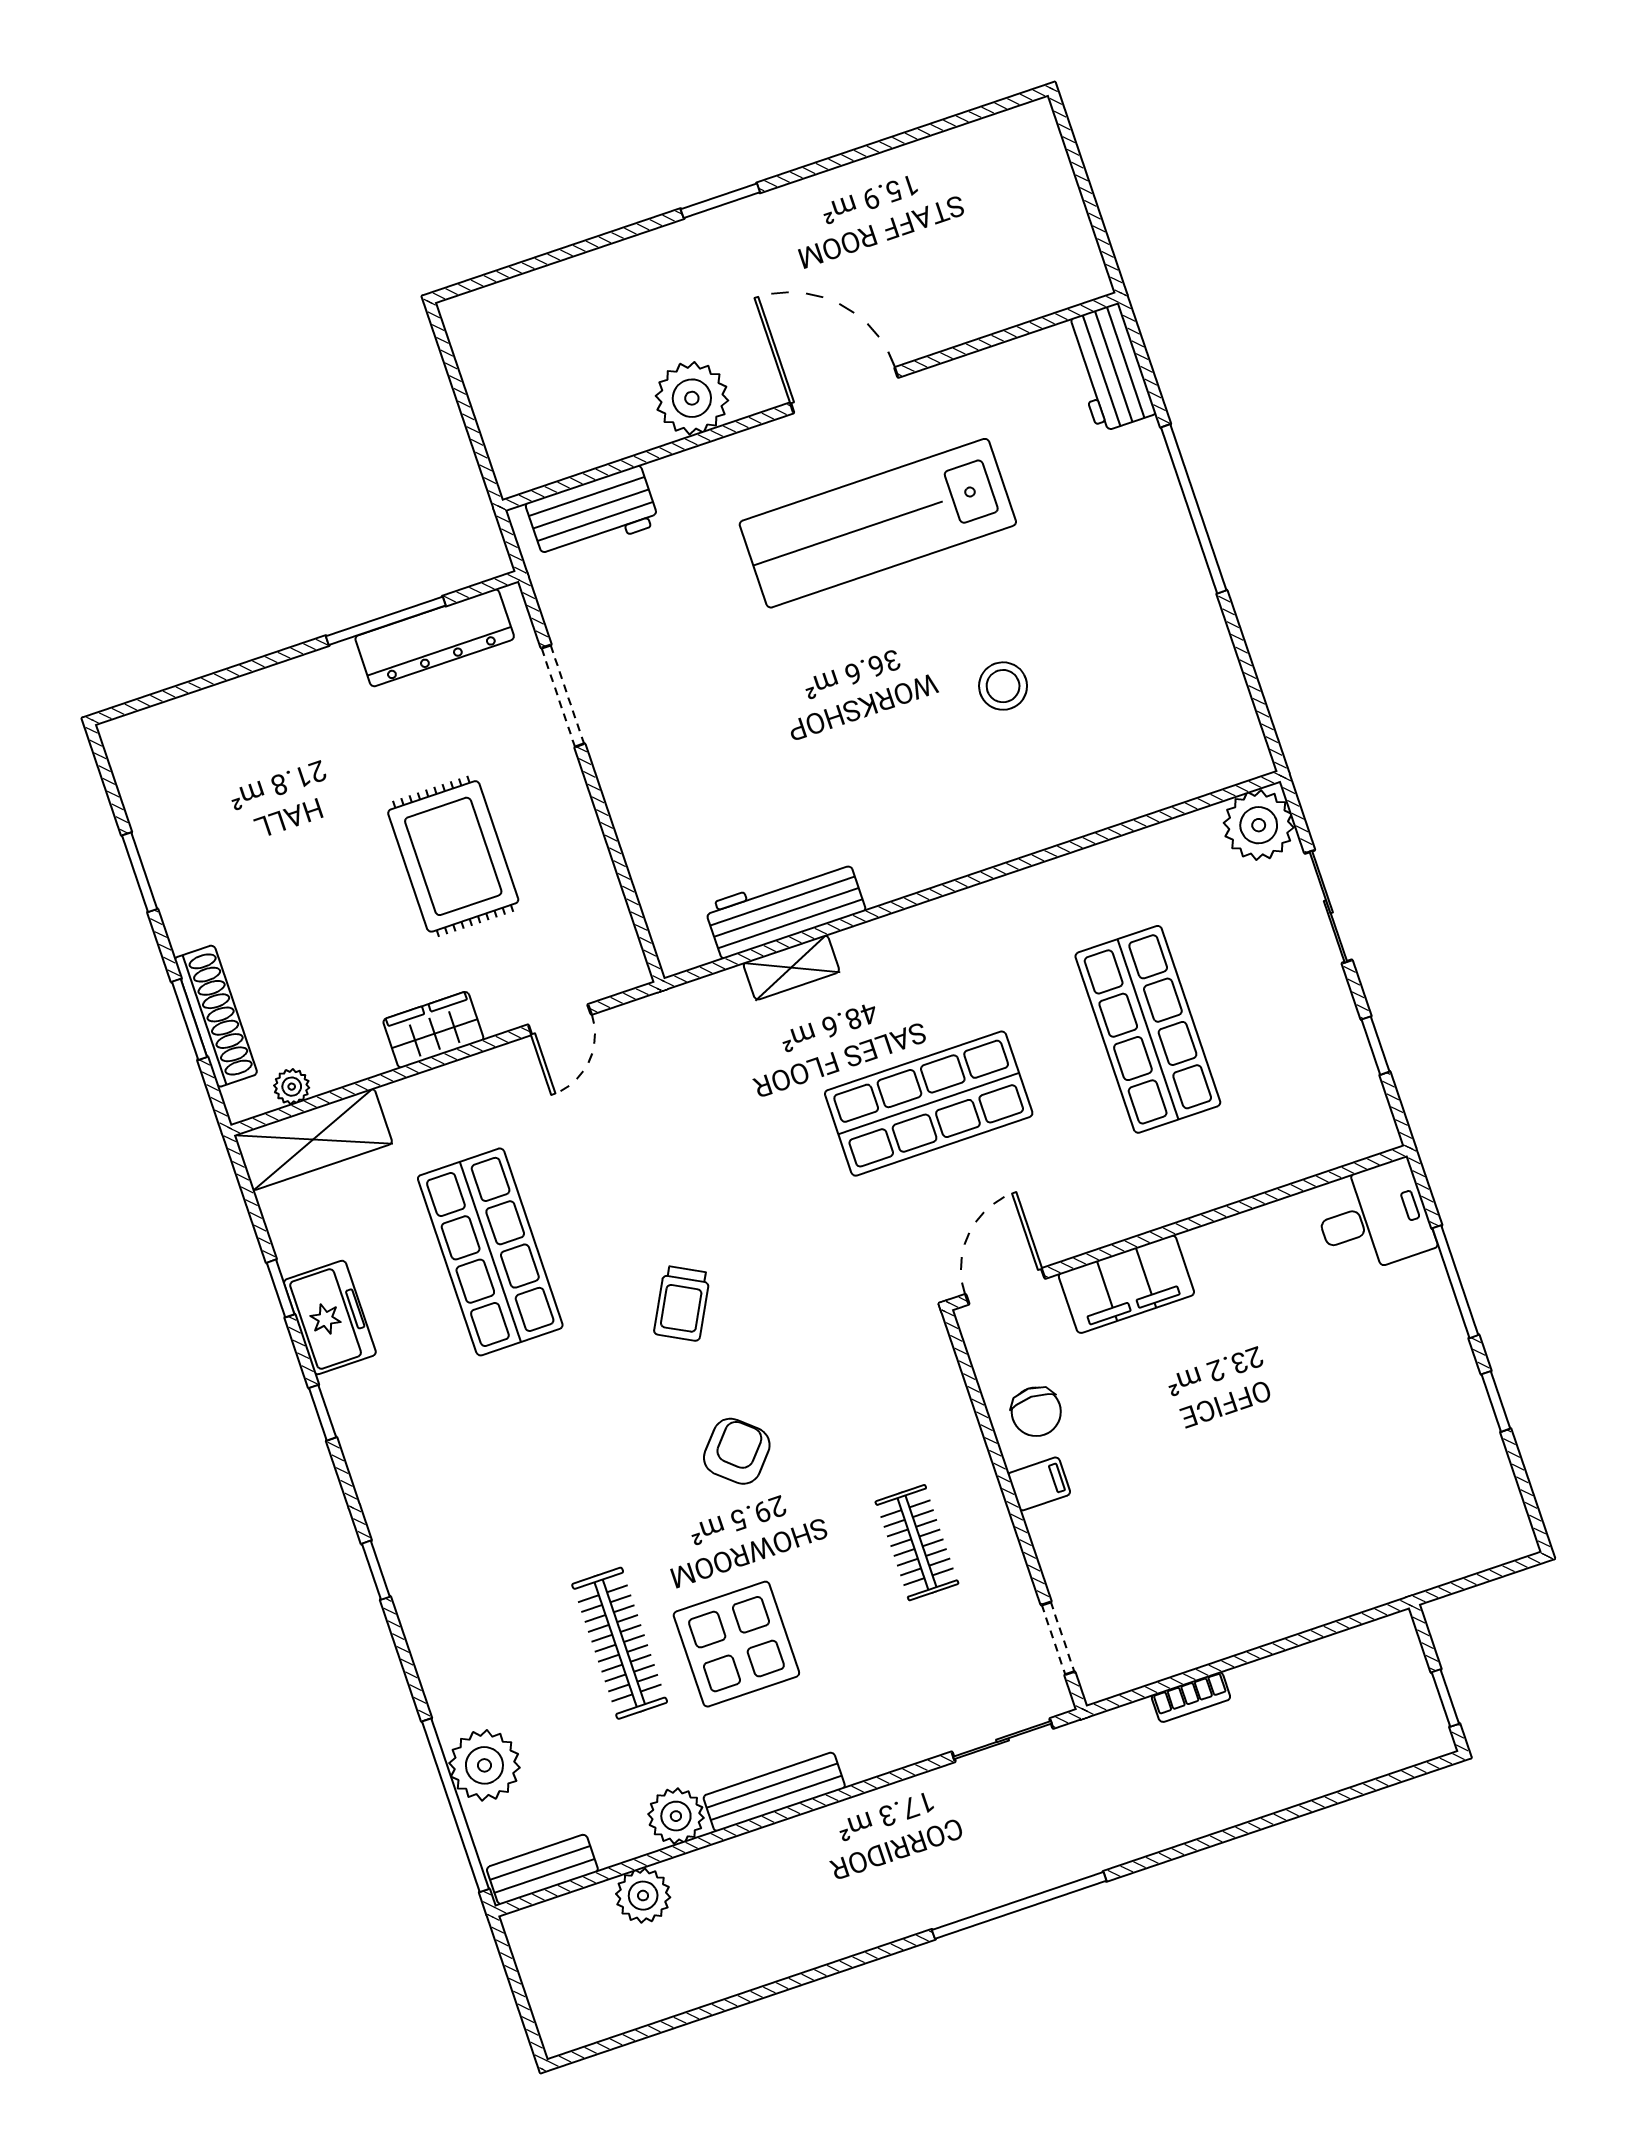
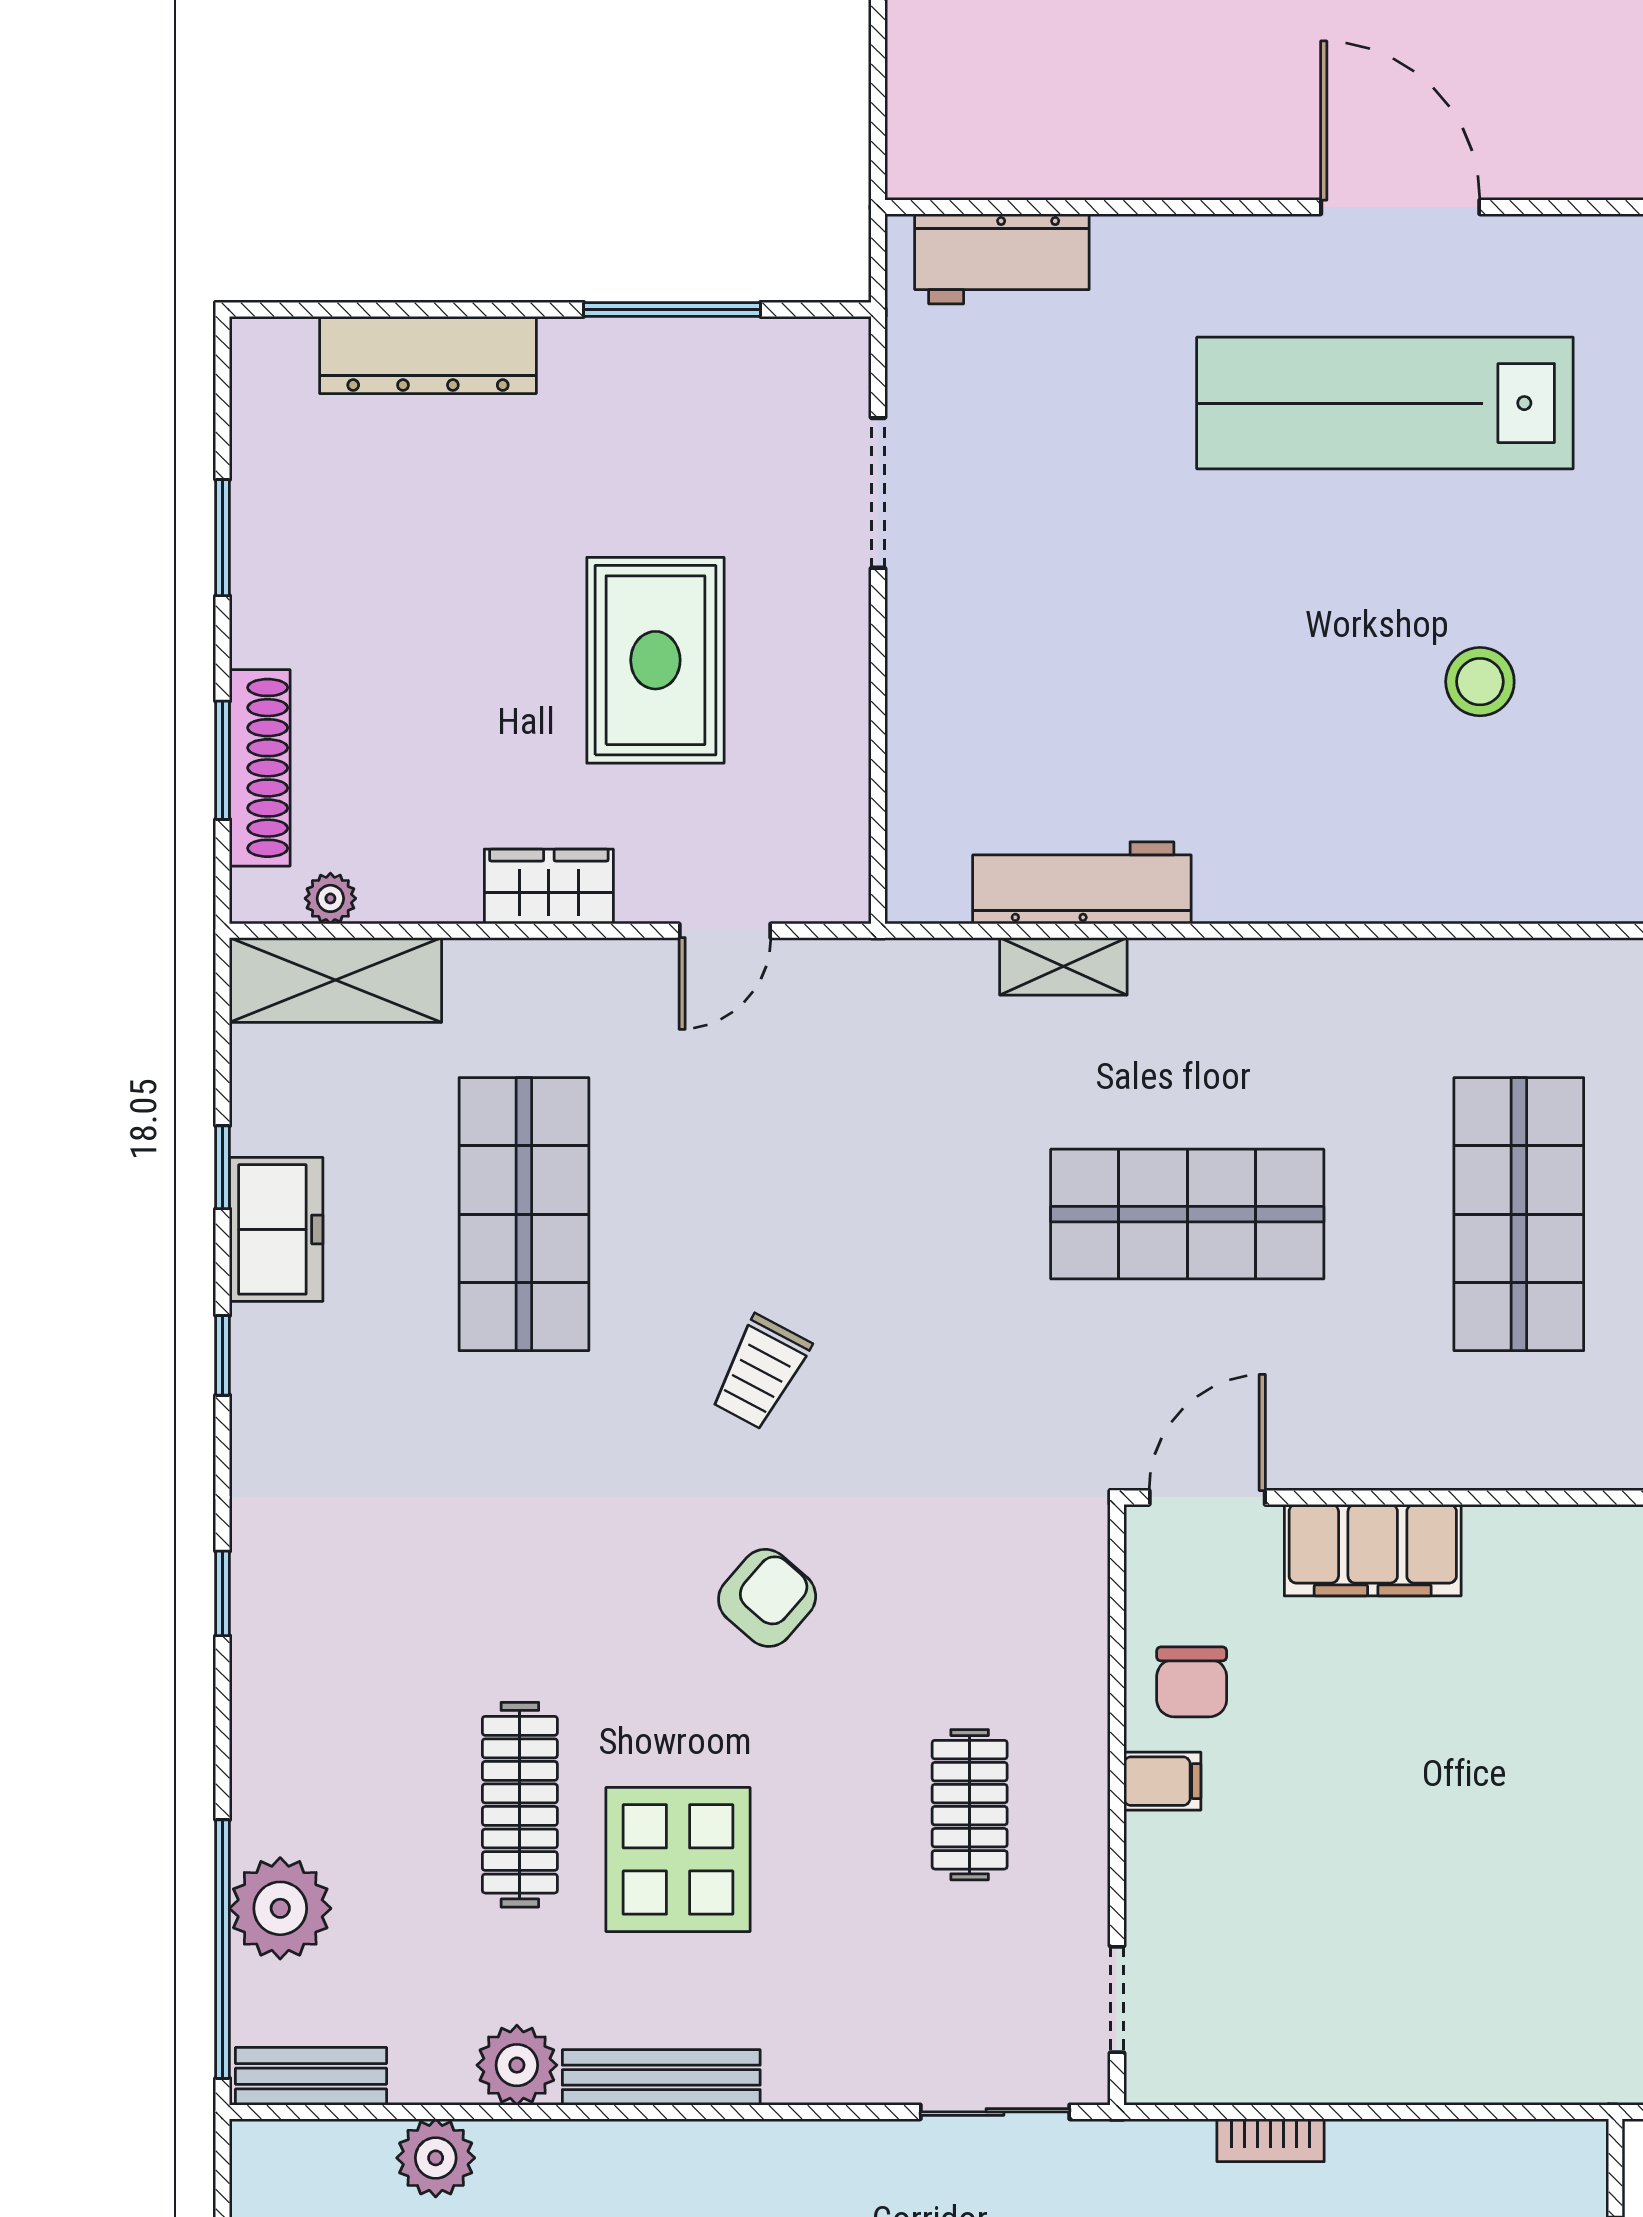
plant: (692, 398) -> (1190, 148), removed
dresser: (435, 638) -> (428, 355), moved

